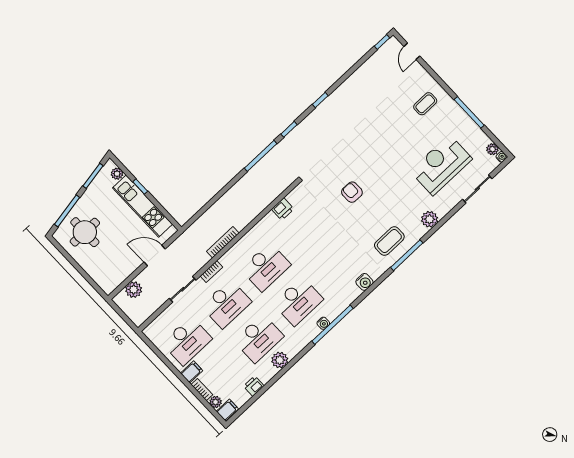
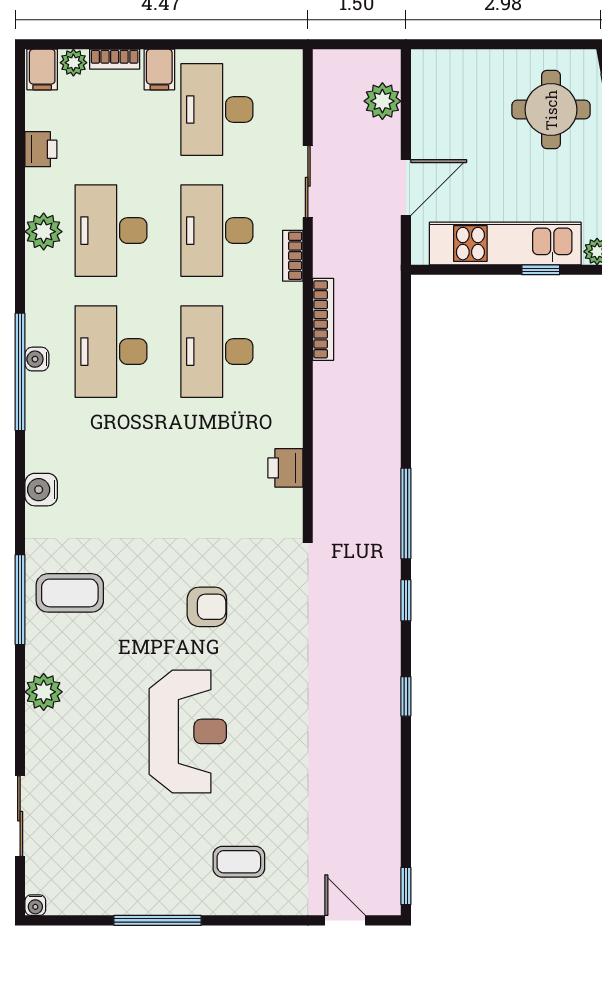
coffee table: (425, 104) -> (239, 862), turned 90
plant: (492, 149) -> (62, 902), removed
reception desk: (441, 165) -> (188, 731), moved
coffee table: (389, 241) -> (70, 593), turned 90

